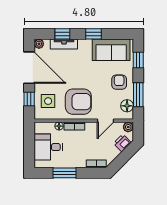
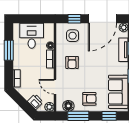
armchair: (78, 102) -> (72, 63), width x0.53, depth x0.53

